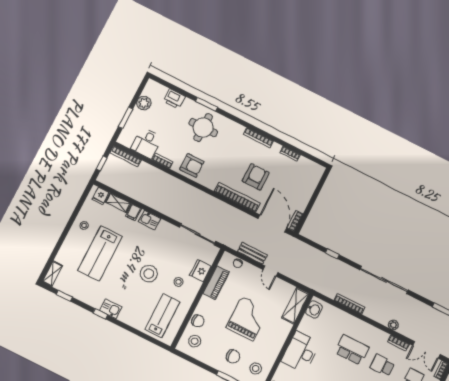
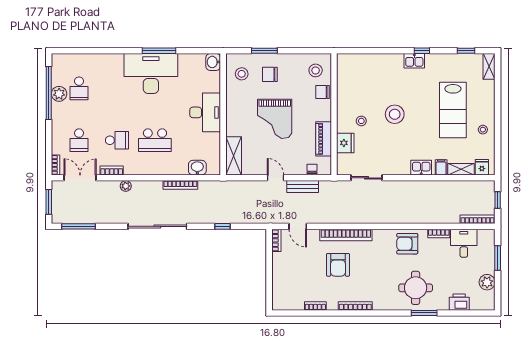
door: (272, 223) -> (298, 226), width x0.53
sliding door: (198, 234) -> (366, 178), width x0.73
lab bench: (100, 253) -> (453, 110), turned 180
washbasin: (314, 309) -> (197, 168), moved, turned 90
lab bench: (162, 316) -> (360, 80), removed

